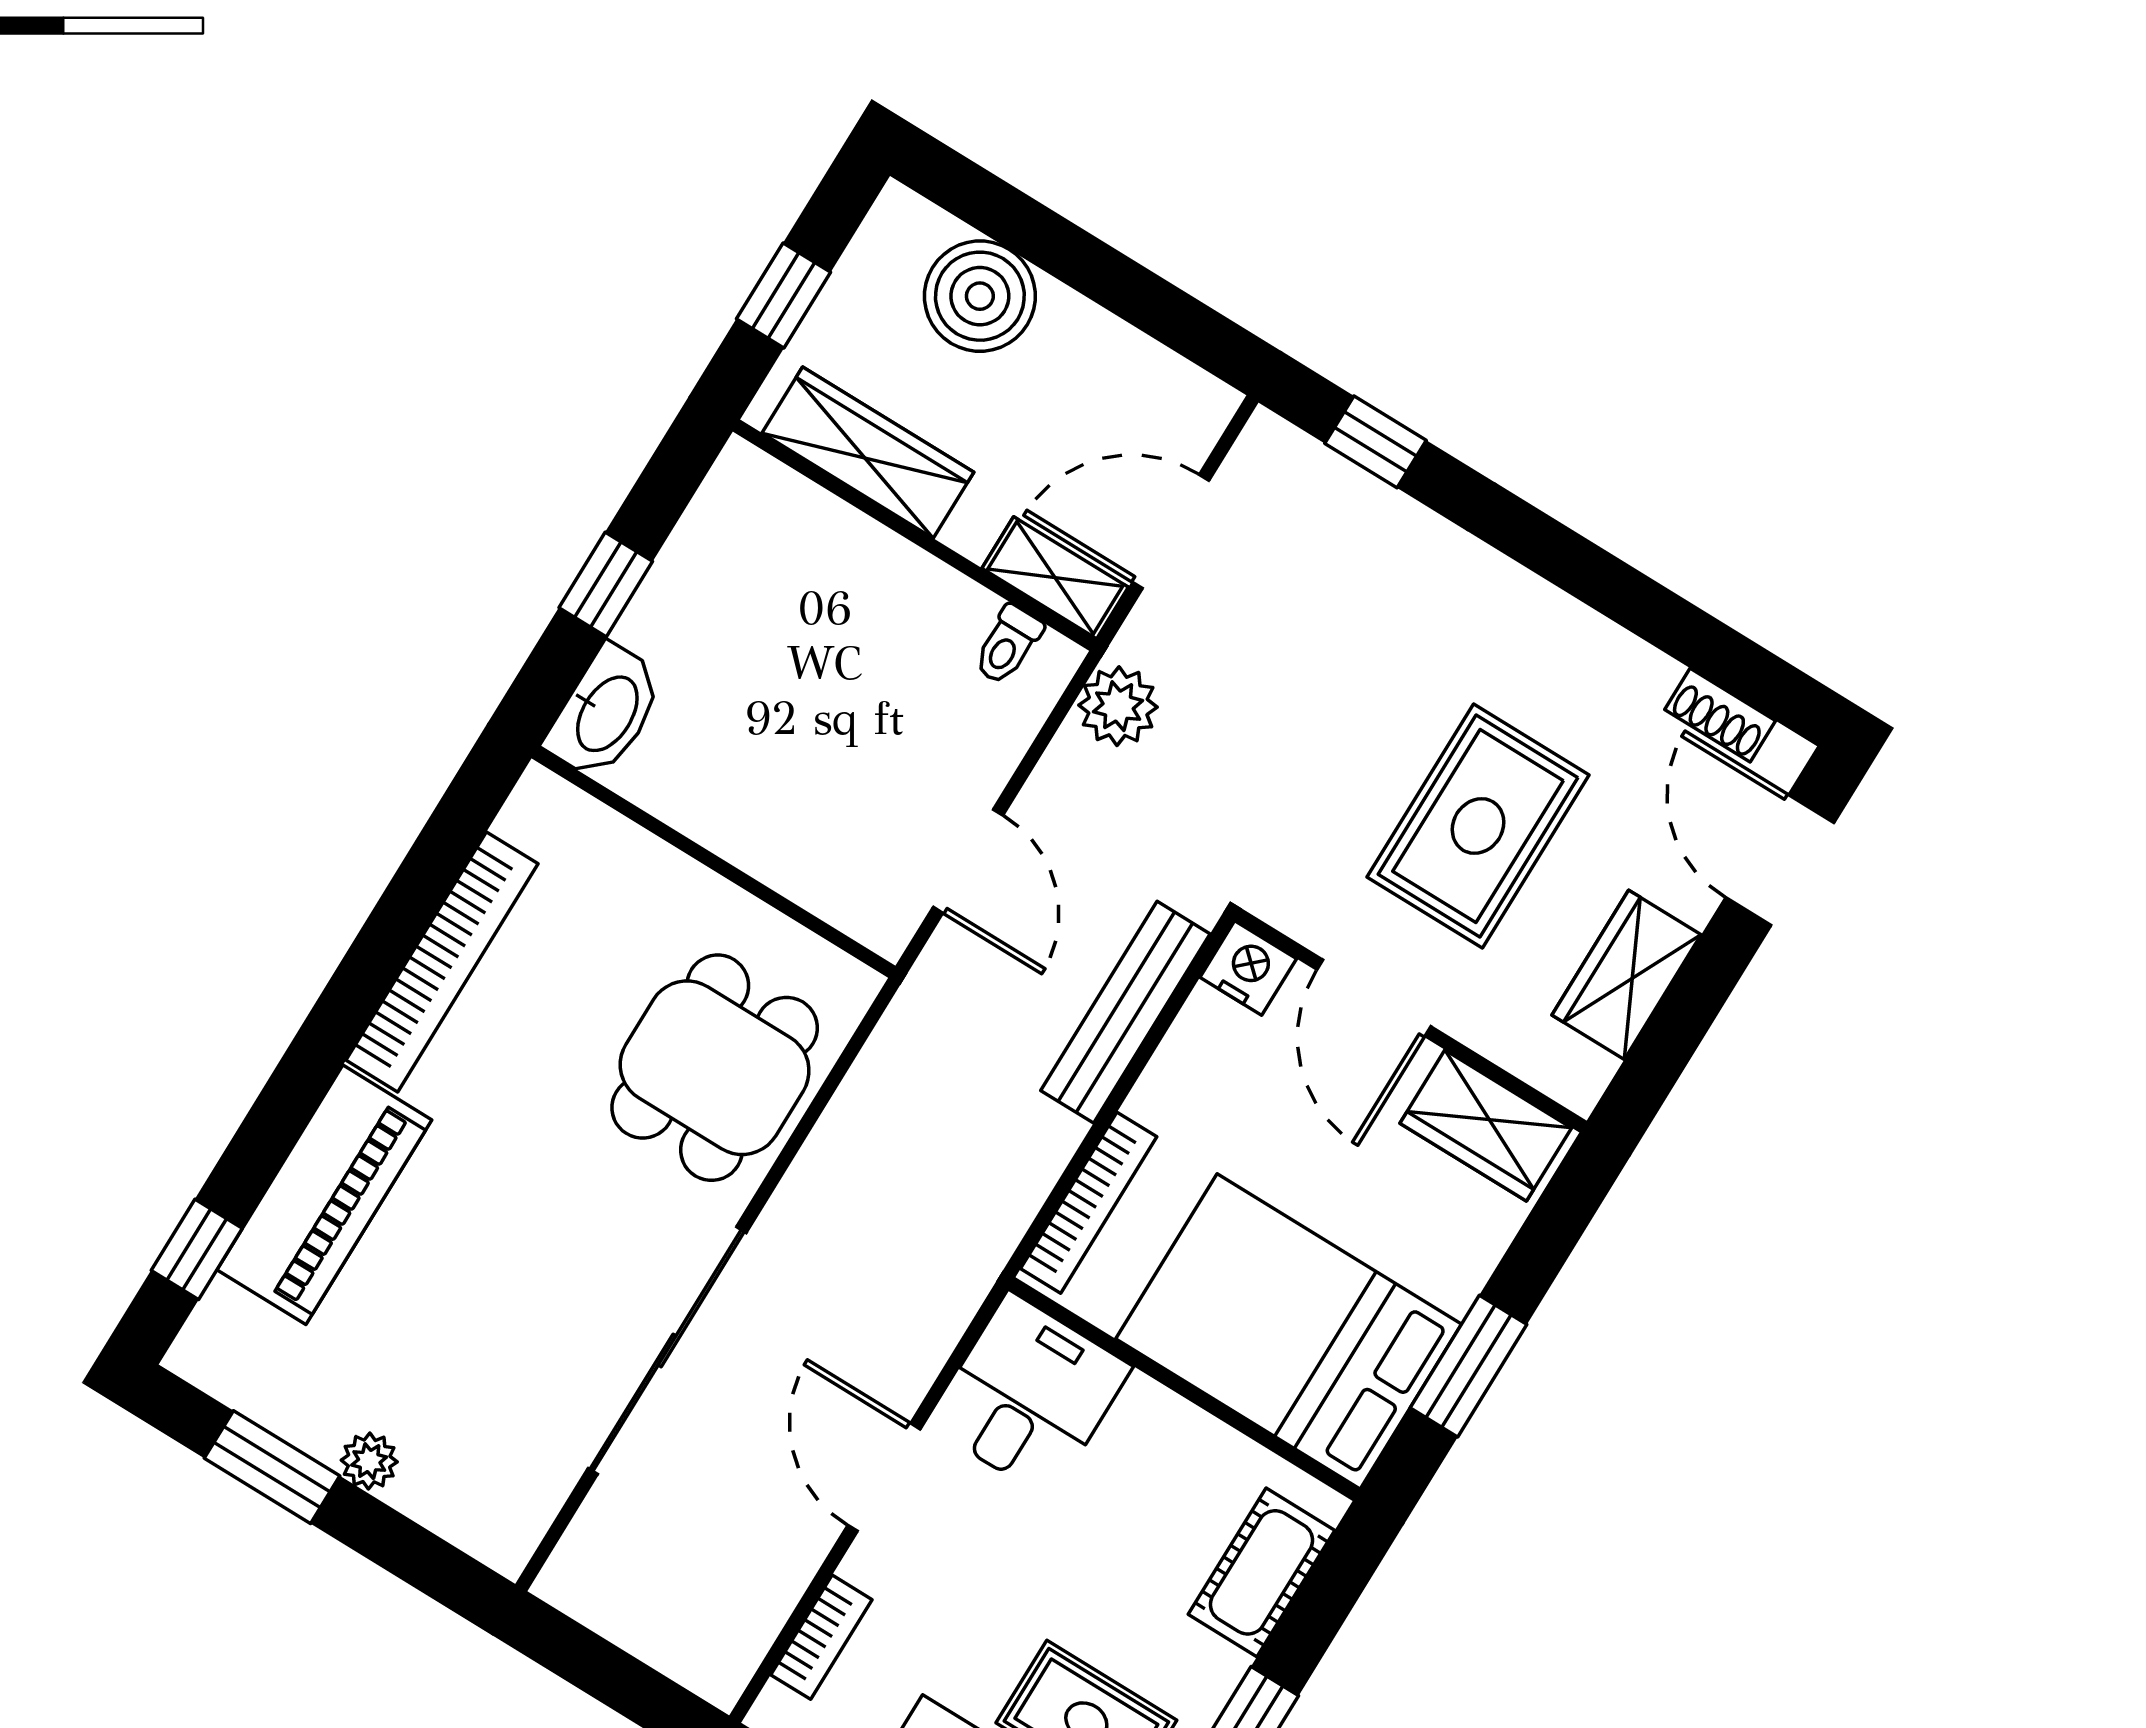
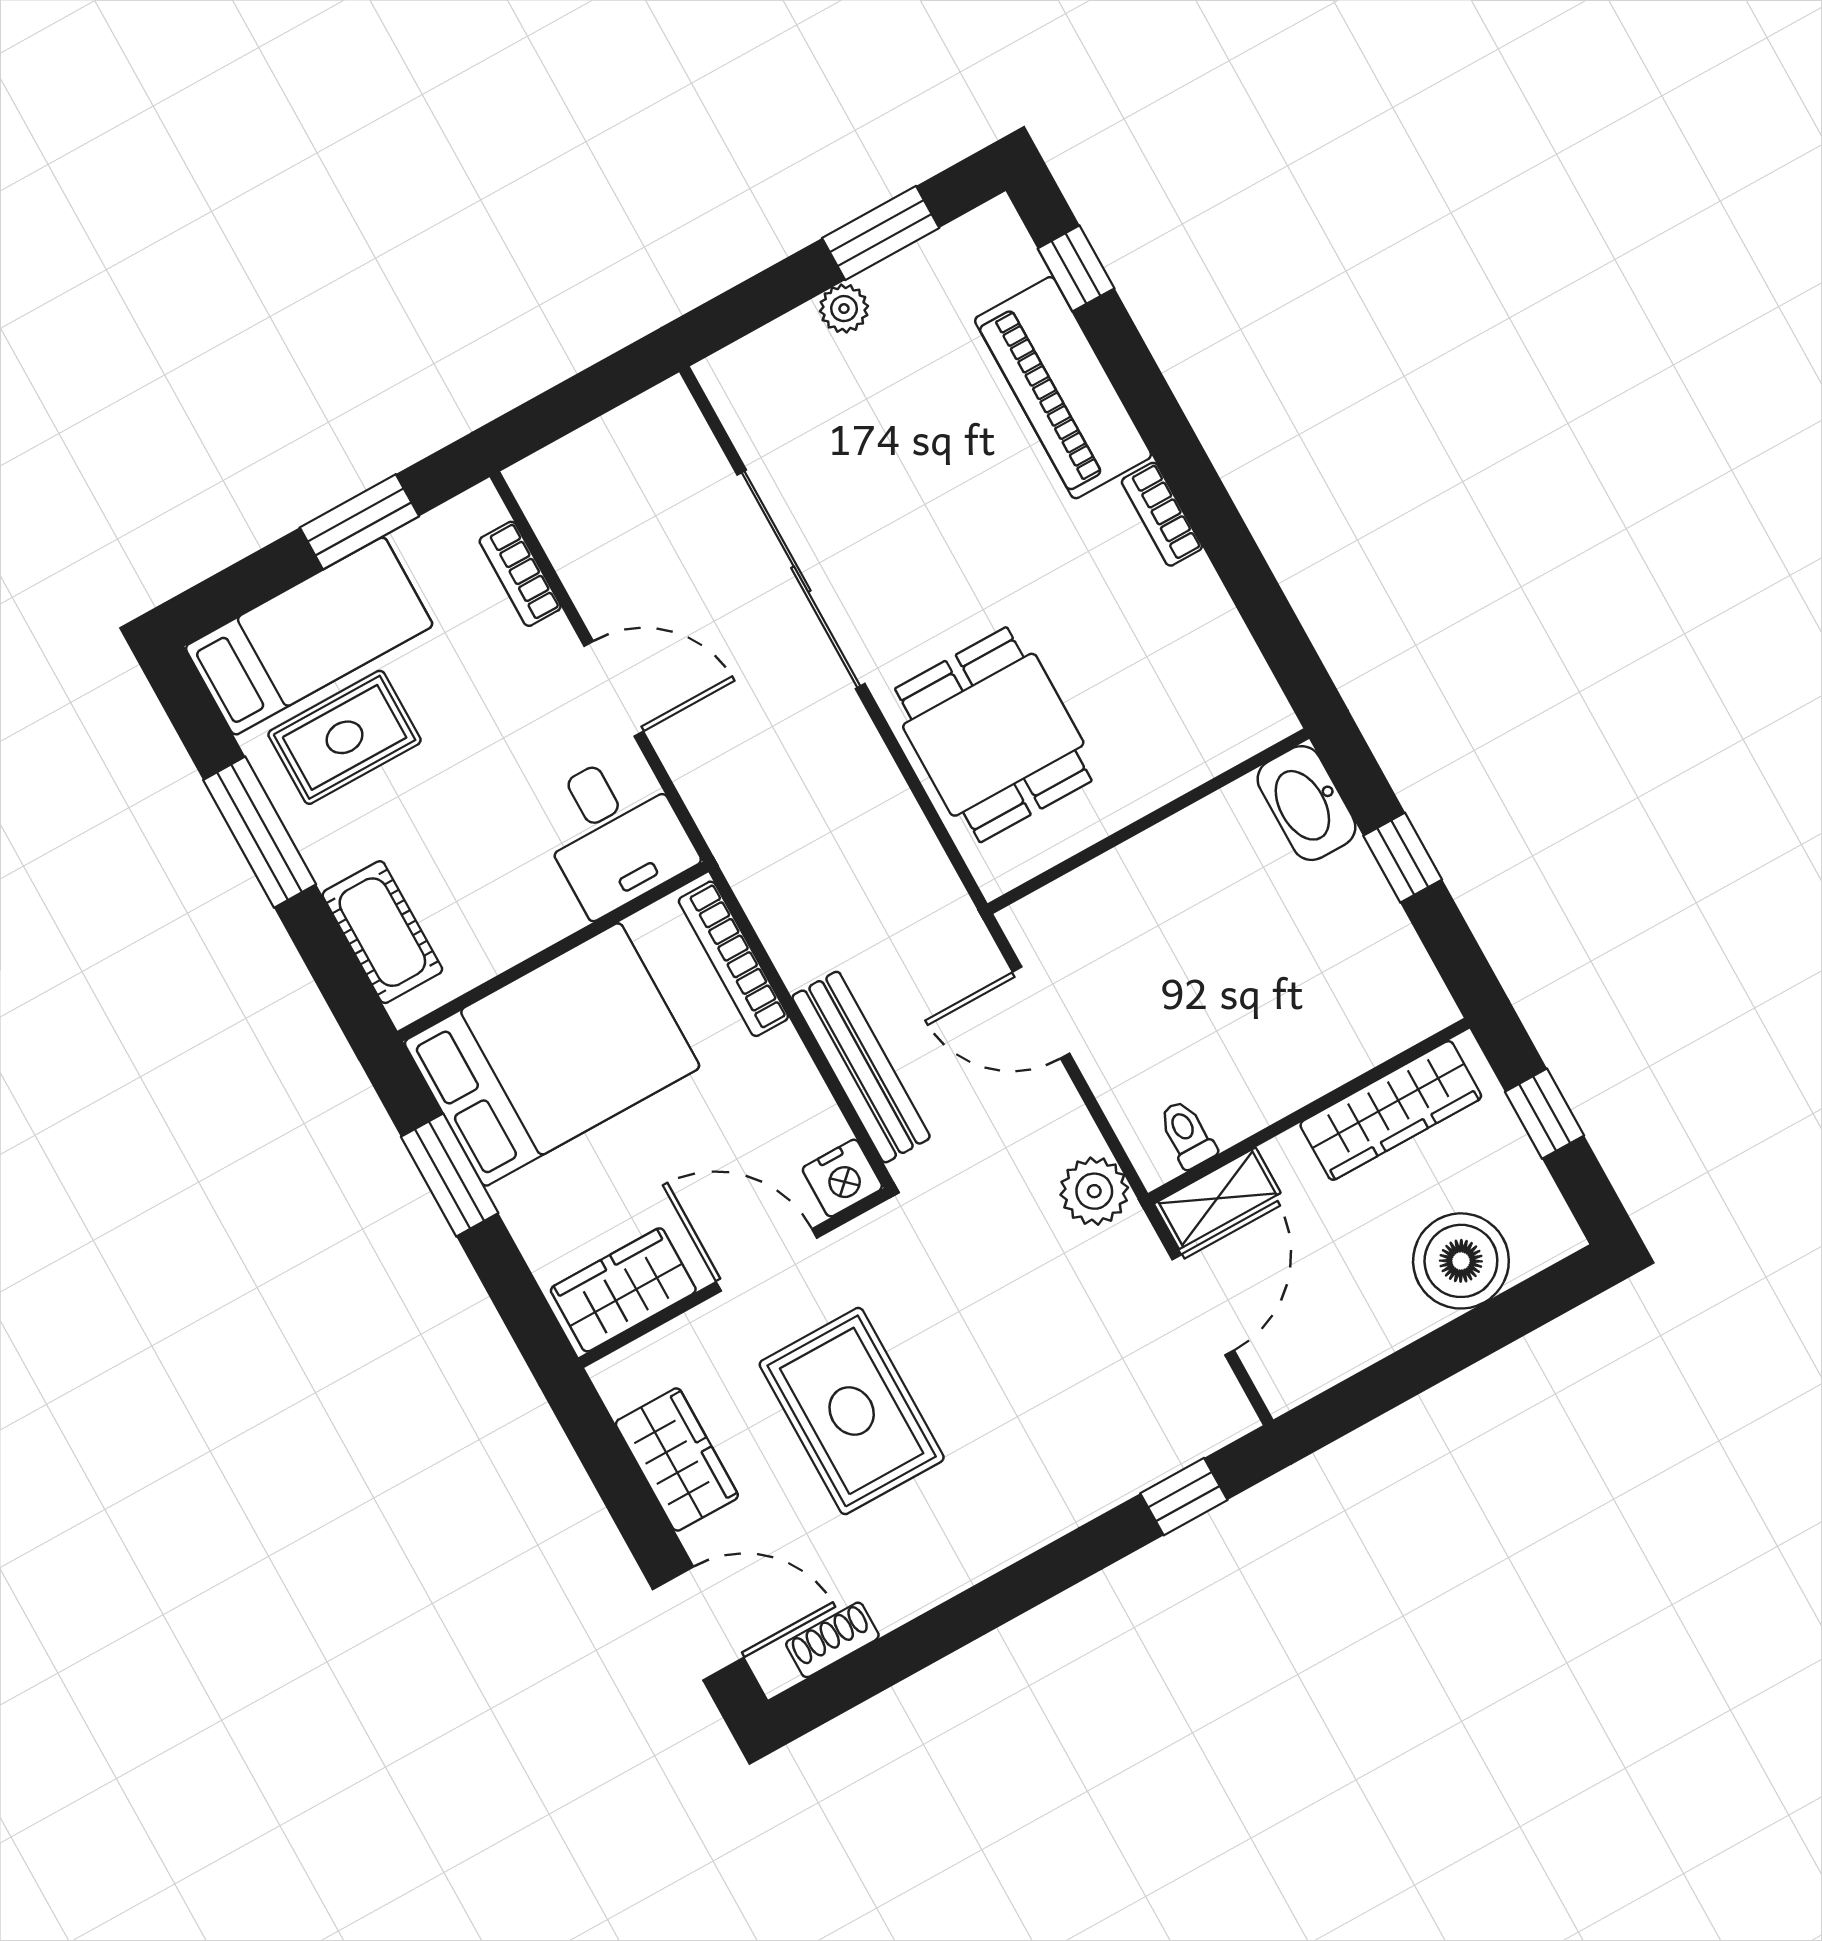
bookcase: (442, 962) -> (1162, 514), width x0.43, depth x0.76

